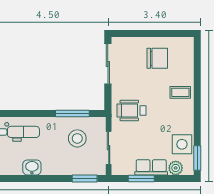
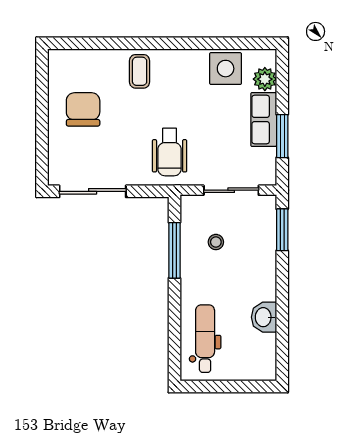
stool: (77, 138) -> (216, 242), width x0.53, depth x0.53
window: (197, 158) -> (248, 43), removed

